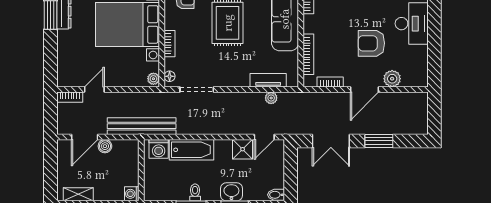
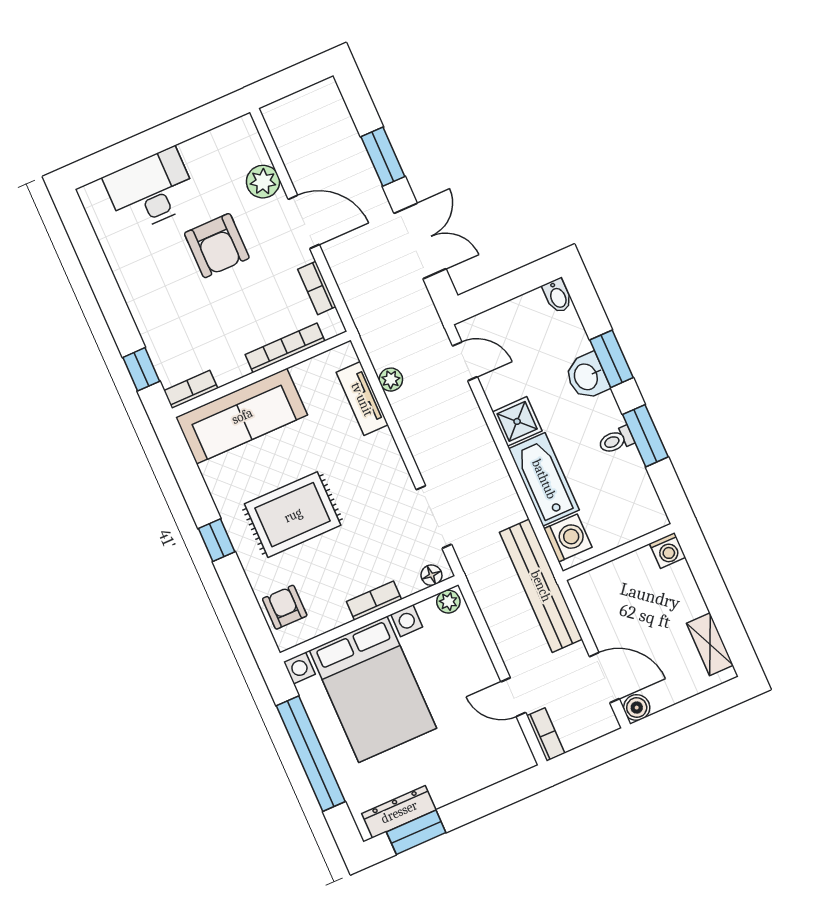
boiler: (105, 146) -> (637, 708), moved
shower: (243, 149) -> (517, 421), moved

